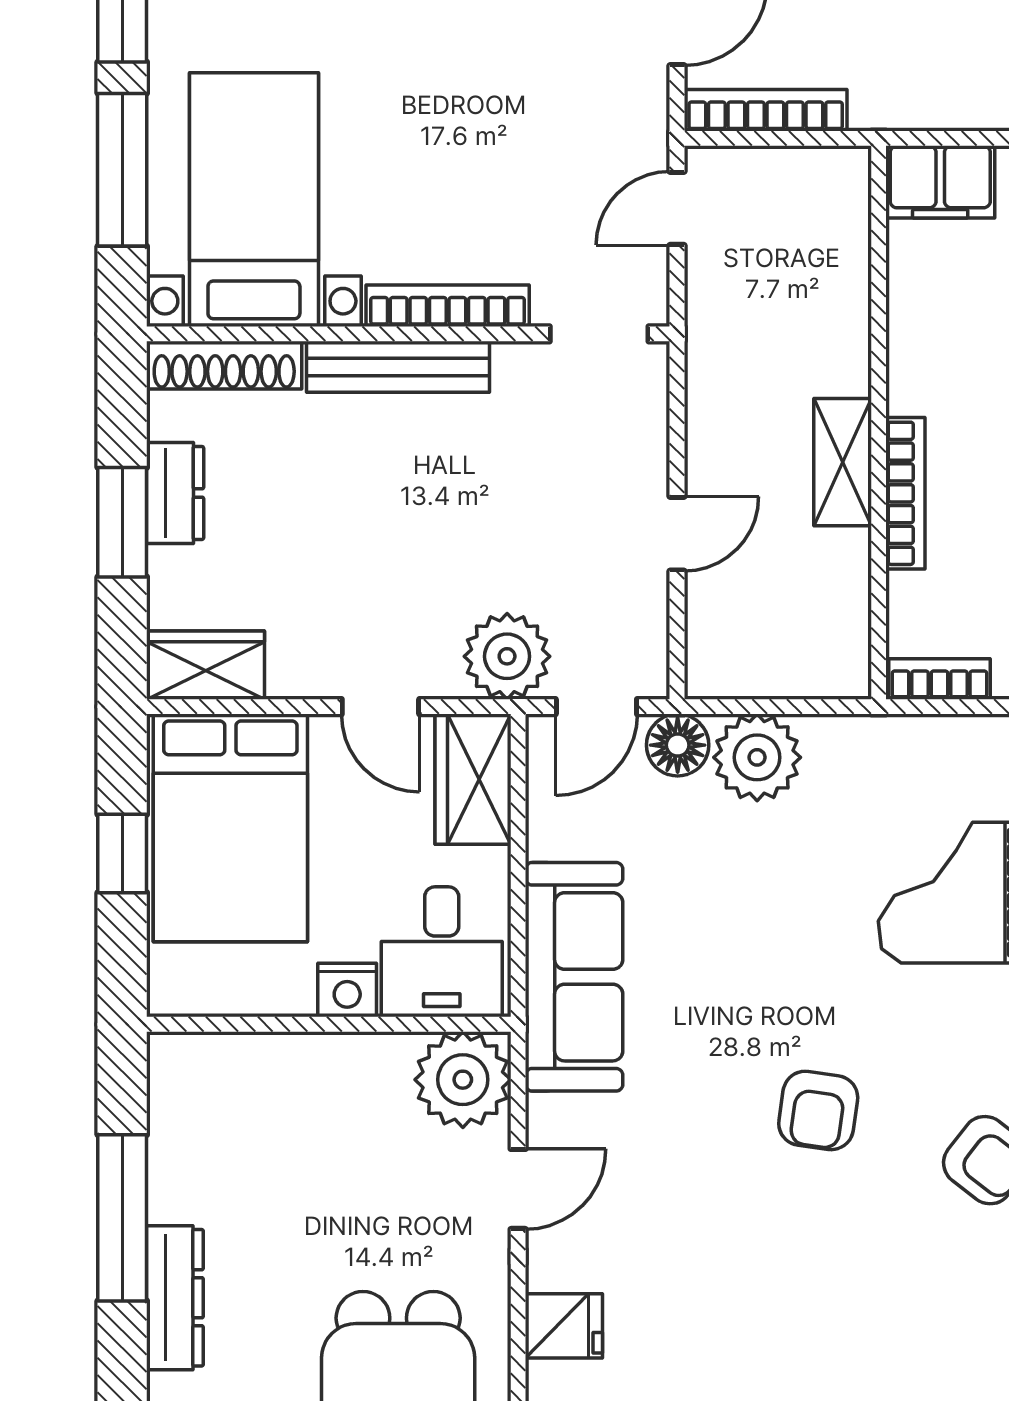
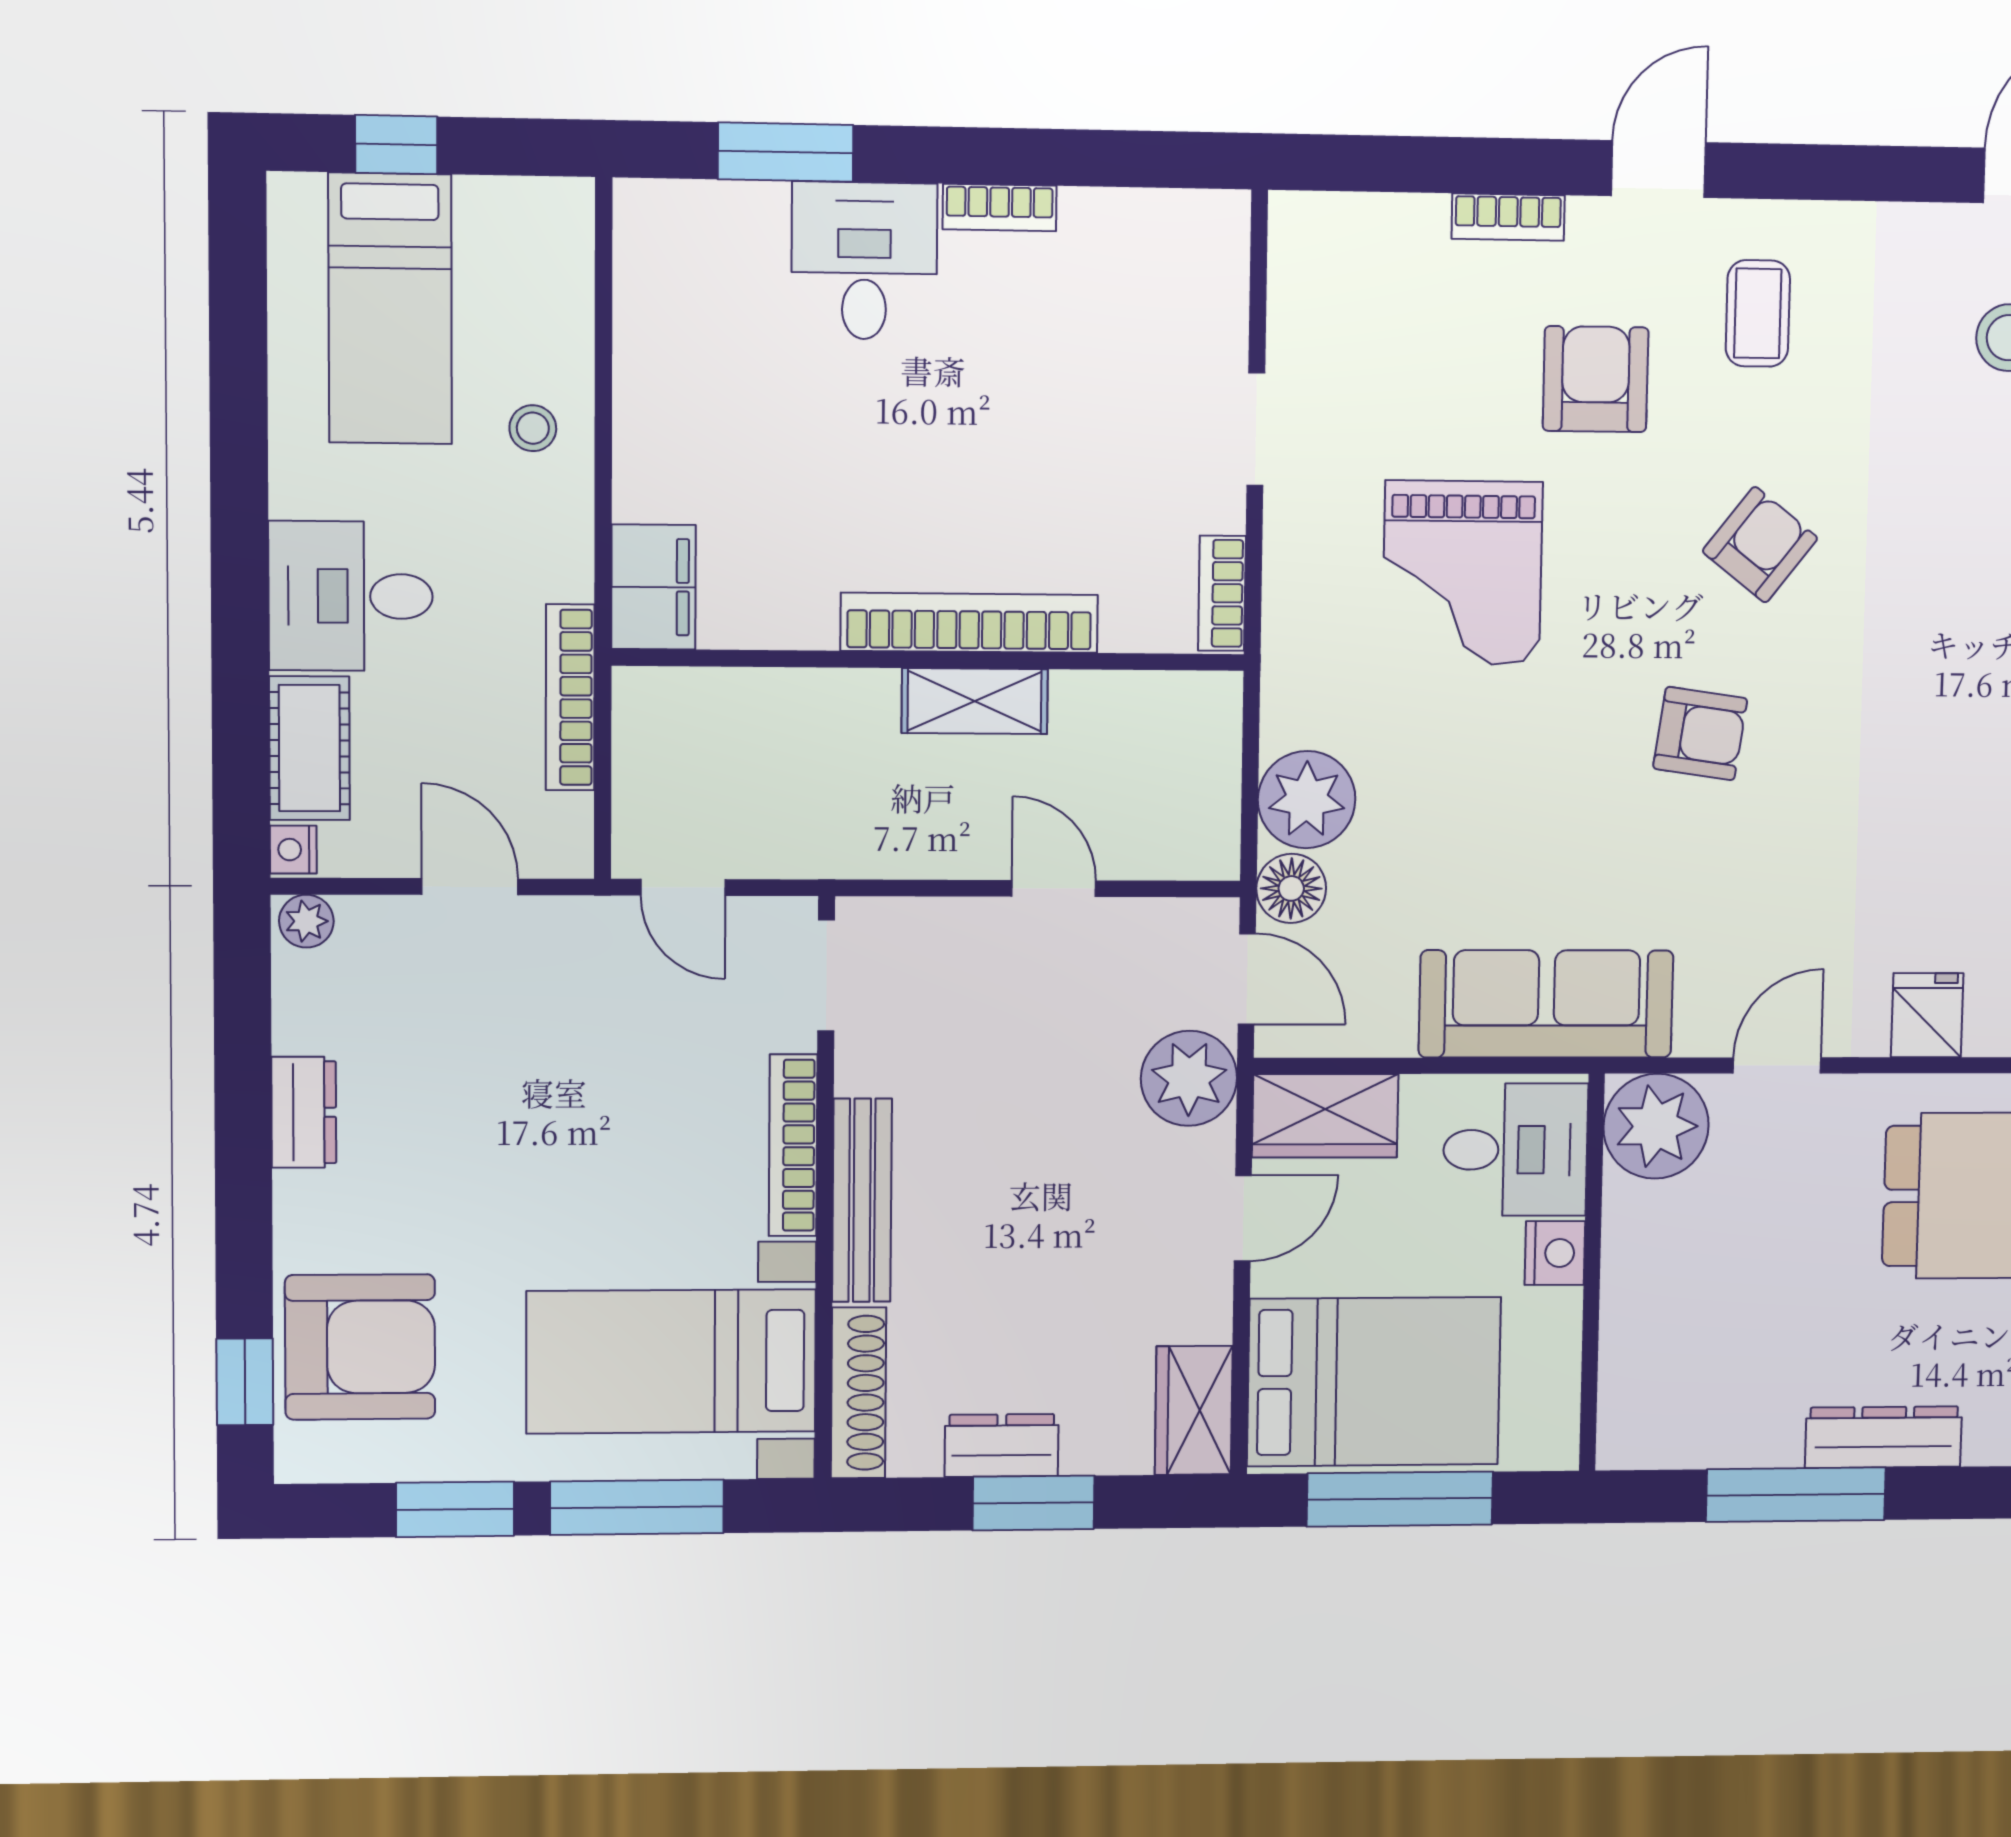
bookcase: (766, 110) -> (570, 697), moved
bookcase: (905, 493) -> (969, 623), width x1.48, depth x1.31
window: (122, 854) -> (1400, 1499), width x2.17
door: (518, 1189) -> (1777, 1065), hinge flipped

